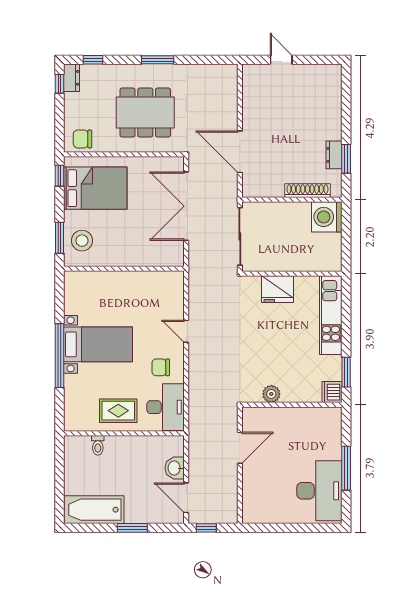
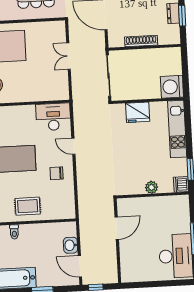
shoe rack: (307, 191) -> (141, 41), moved
double door: (186, 206) -> (69, 56), width x0.54
washing machine: (327, 217) -> (172, 87), moved
plant: (271, 394) -> (151, 187), moved
desk: (165, 407) -> (53, 117), moved, turned -90

